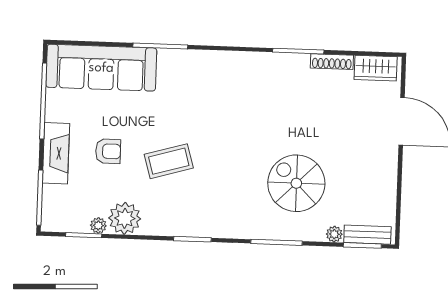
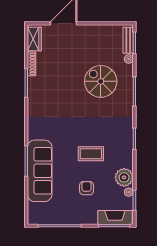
sofa: (101, 68) -> (40, 171), moved
fireplace: (56, 153) -> (115, 217), moved
coffee table: (169, 161) -> (91, 154), turned -74
spiral stairs: (296, 183) -> (101, 81), turned 90

